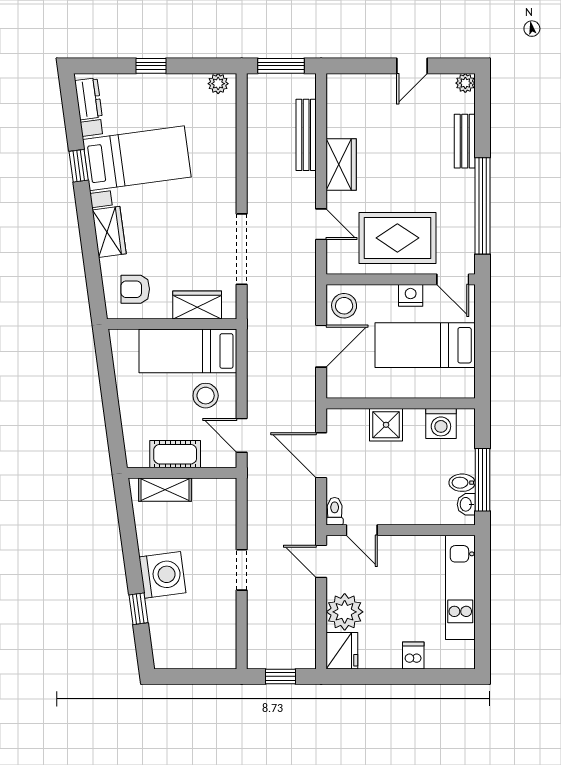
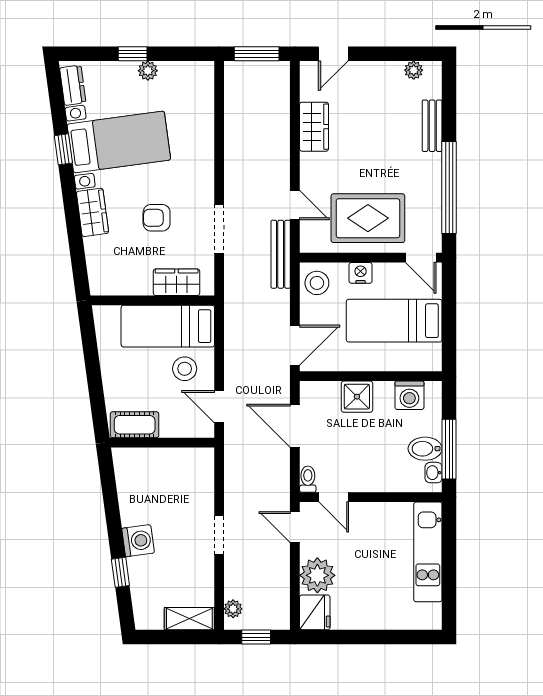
door: (412, 66) -> (333, 54), moved
plant: (465, 83) -> (414, 70), moved
plant: (218, 84) -> (148, 71), moved
bench: (306, 135) -> (281, 254), moved
wardrobe: (341, 165) -> (314, 127), moved
doorway: (242, 249) -> (219, 229), width x0.73
armchair: (135, 289) -> (157, 218), moved
nightstand: (411, 295) -> (361, 273), moved
door: (321, 346) -> (295, 345), moved
cot: (175, 454) -> (135, 425), moved
bidet: (462, 483) -> (425, 449), width x1.38, depth x1.36
shelving: (165, 490) -> (189, 619), moved
washing machine: (162, 575) -> (138, 541), width x0.73, depth x0.73
plant: (256, 647) -> (233, 609), added
dishwasher: (413, 655) -> (383, 617), removed

